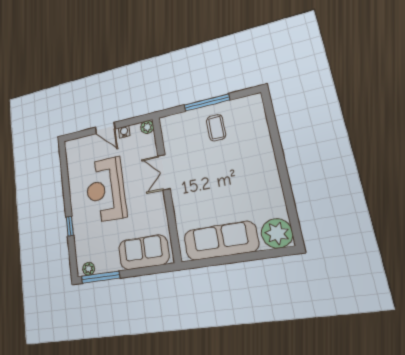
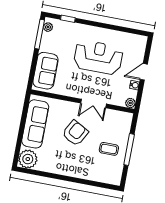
double door: (164, 172) -> (93, 104), swing flipped
armchair: (212, 180) -> (75, 133), added
window: (70, 226) -> (68, 19), moved

